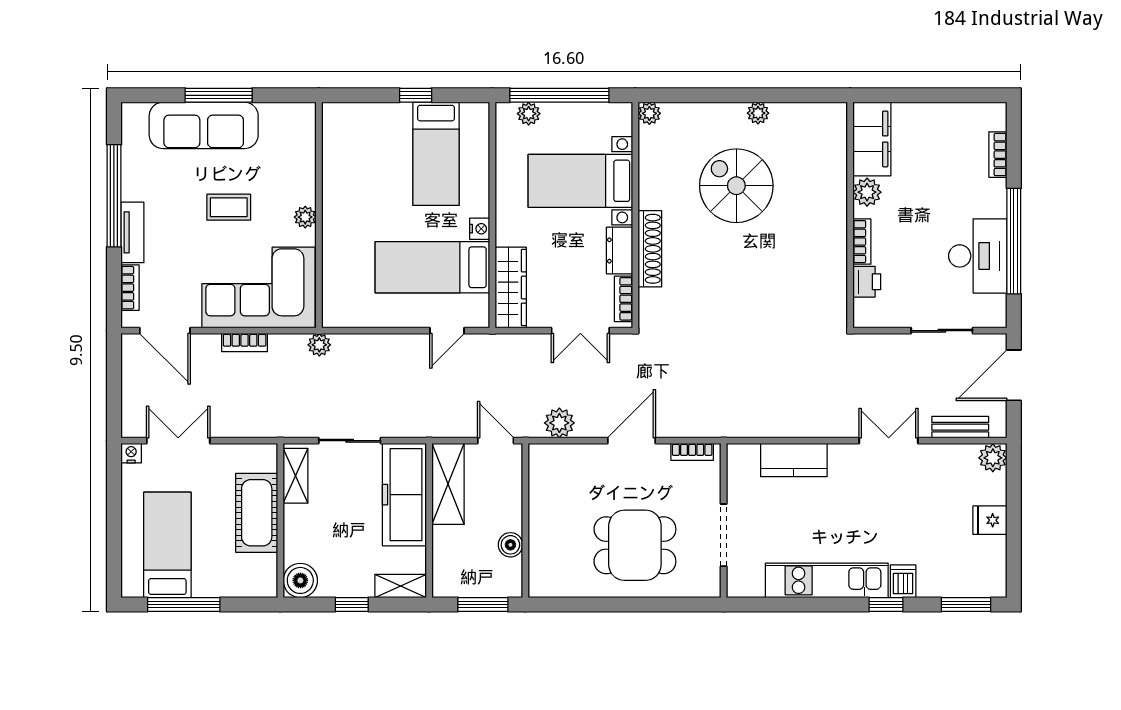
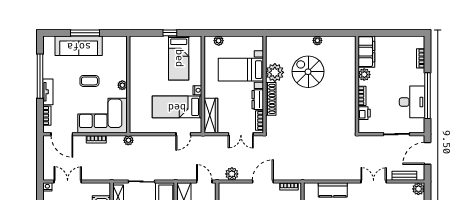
window: (559, 95) -> (232, 33), removed
plant: (649, 113) -> (275, 72), moved, width x1.87, depth x1.87

